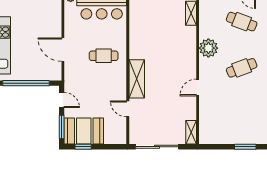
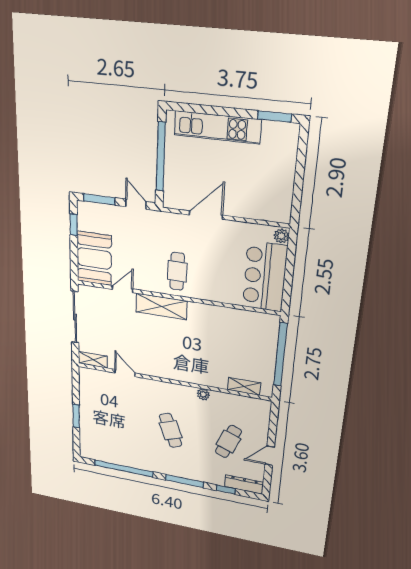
plant: (208, 48) -> (203, 394), width x0.53, depth x0.53
cafe table: (104, 56) -> (177, 271), moved
door: (198, 87) -> (125, 373), moved
door: (62, 100) -> (136, 204), swing flipped
booth: (84, 131) -> (94, 258), moved

